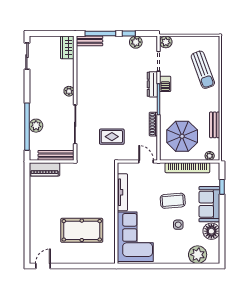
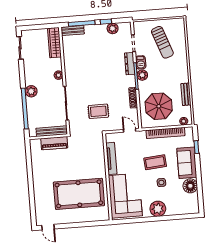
plant: (166, 42) -> (142, 75), moved
wardrobe: (67, 47) -> (54, 43), width x1.50
sun lounger: (203, 70) -> (162, 42), moved
plant: (36, 126) -> (31, 91), moved
piano: (44, 169) -> (54, 143), moved
pool table: (82, 230) -> (79, 194), width x1.36, depth x1.32
plant: (198, 255) -> (158, 209), moved
door: (43, 266) -> (48, 227), swing flipped

